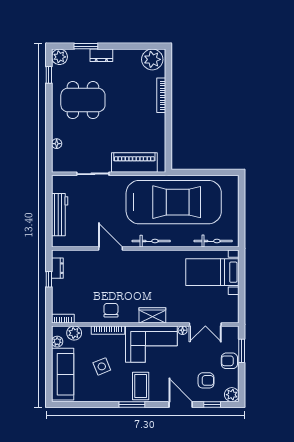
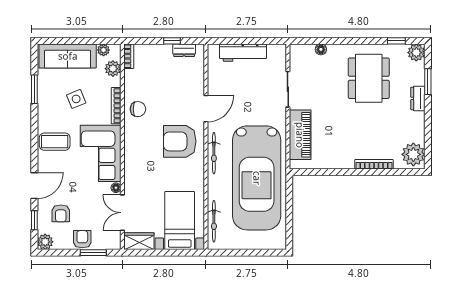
armchair: (140, 272) -> (180, 141), added
wardrobe: (152, 315) -> (139, 241), moved, turned -90
window: (132, 404) -> (34, 89), moved

